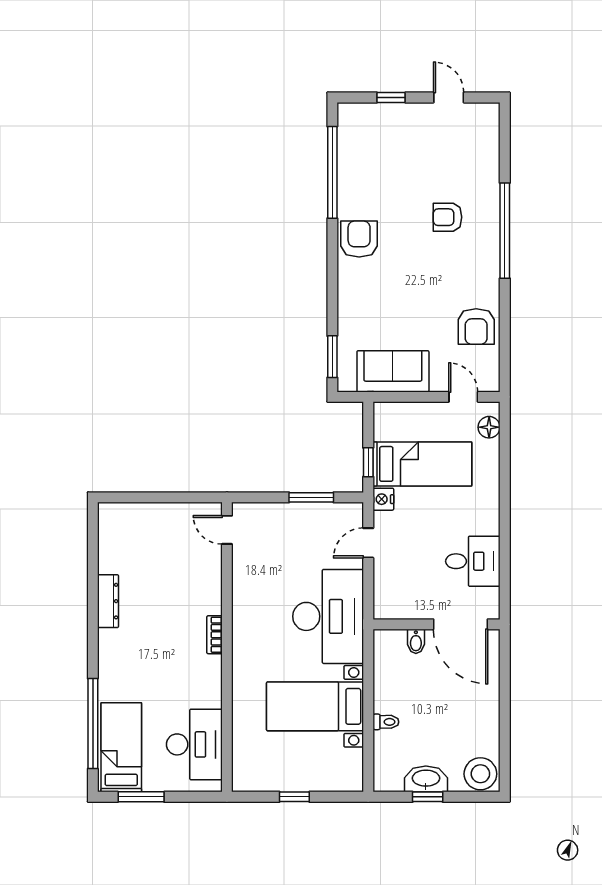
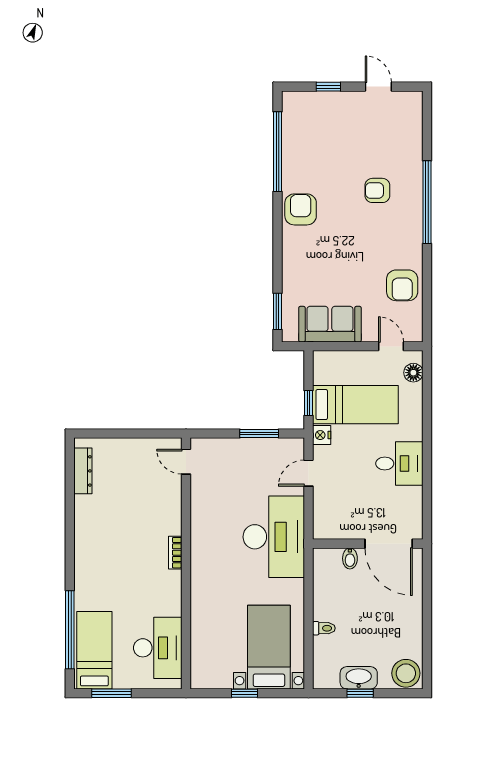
desk: (473, 561) -> (399, 463), moved
dresser: (108, 601) -> (83, 471), moved
bed with nightstands: (315, 706) -> (269, 647), moved, turned 90

